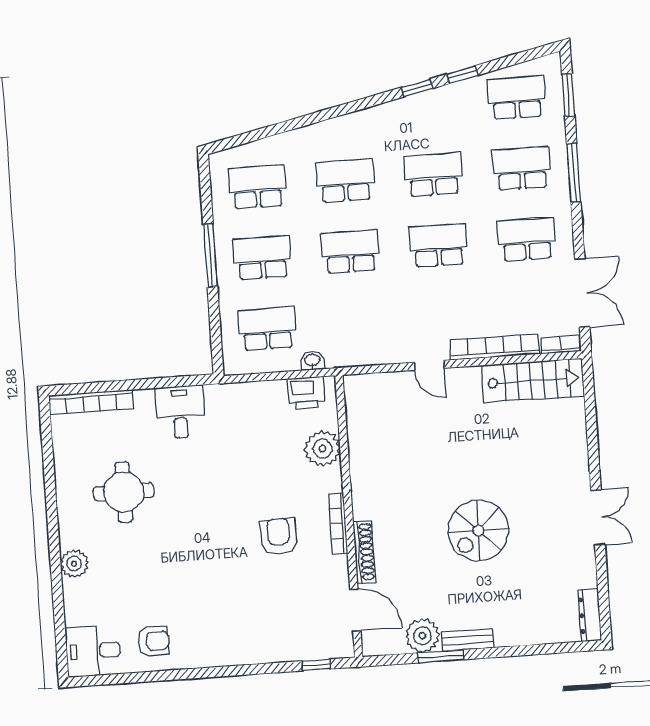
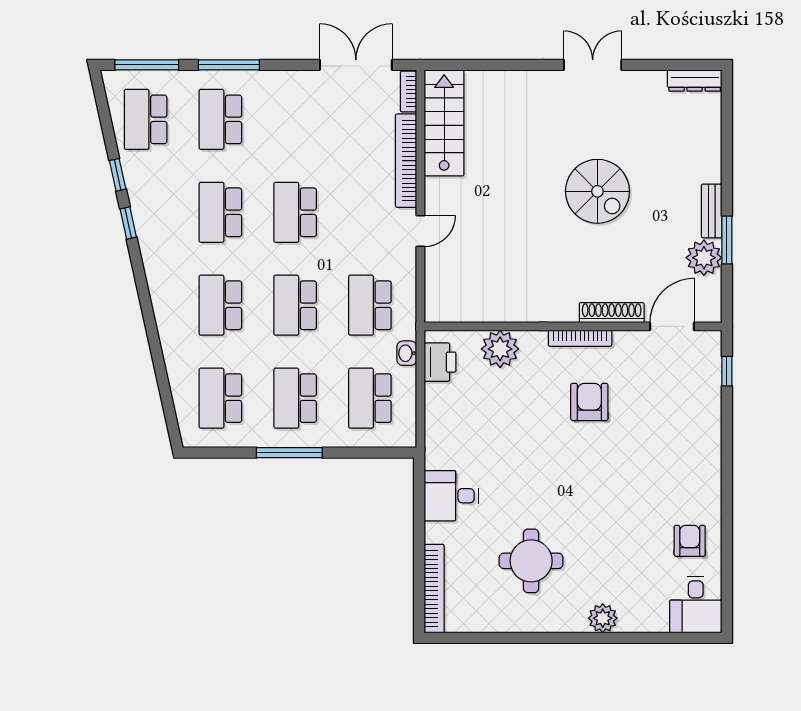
window: (568, 95) -> (147, 65), width x1.44
school desk: (526, 239) -> (370, 305), moved
armchair: (278, 537) -> (589, 402), turned 90

